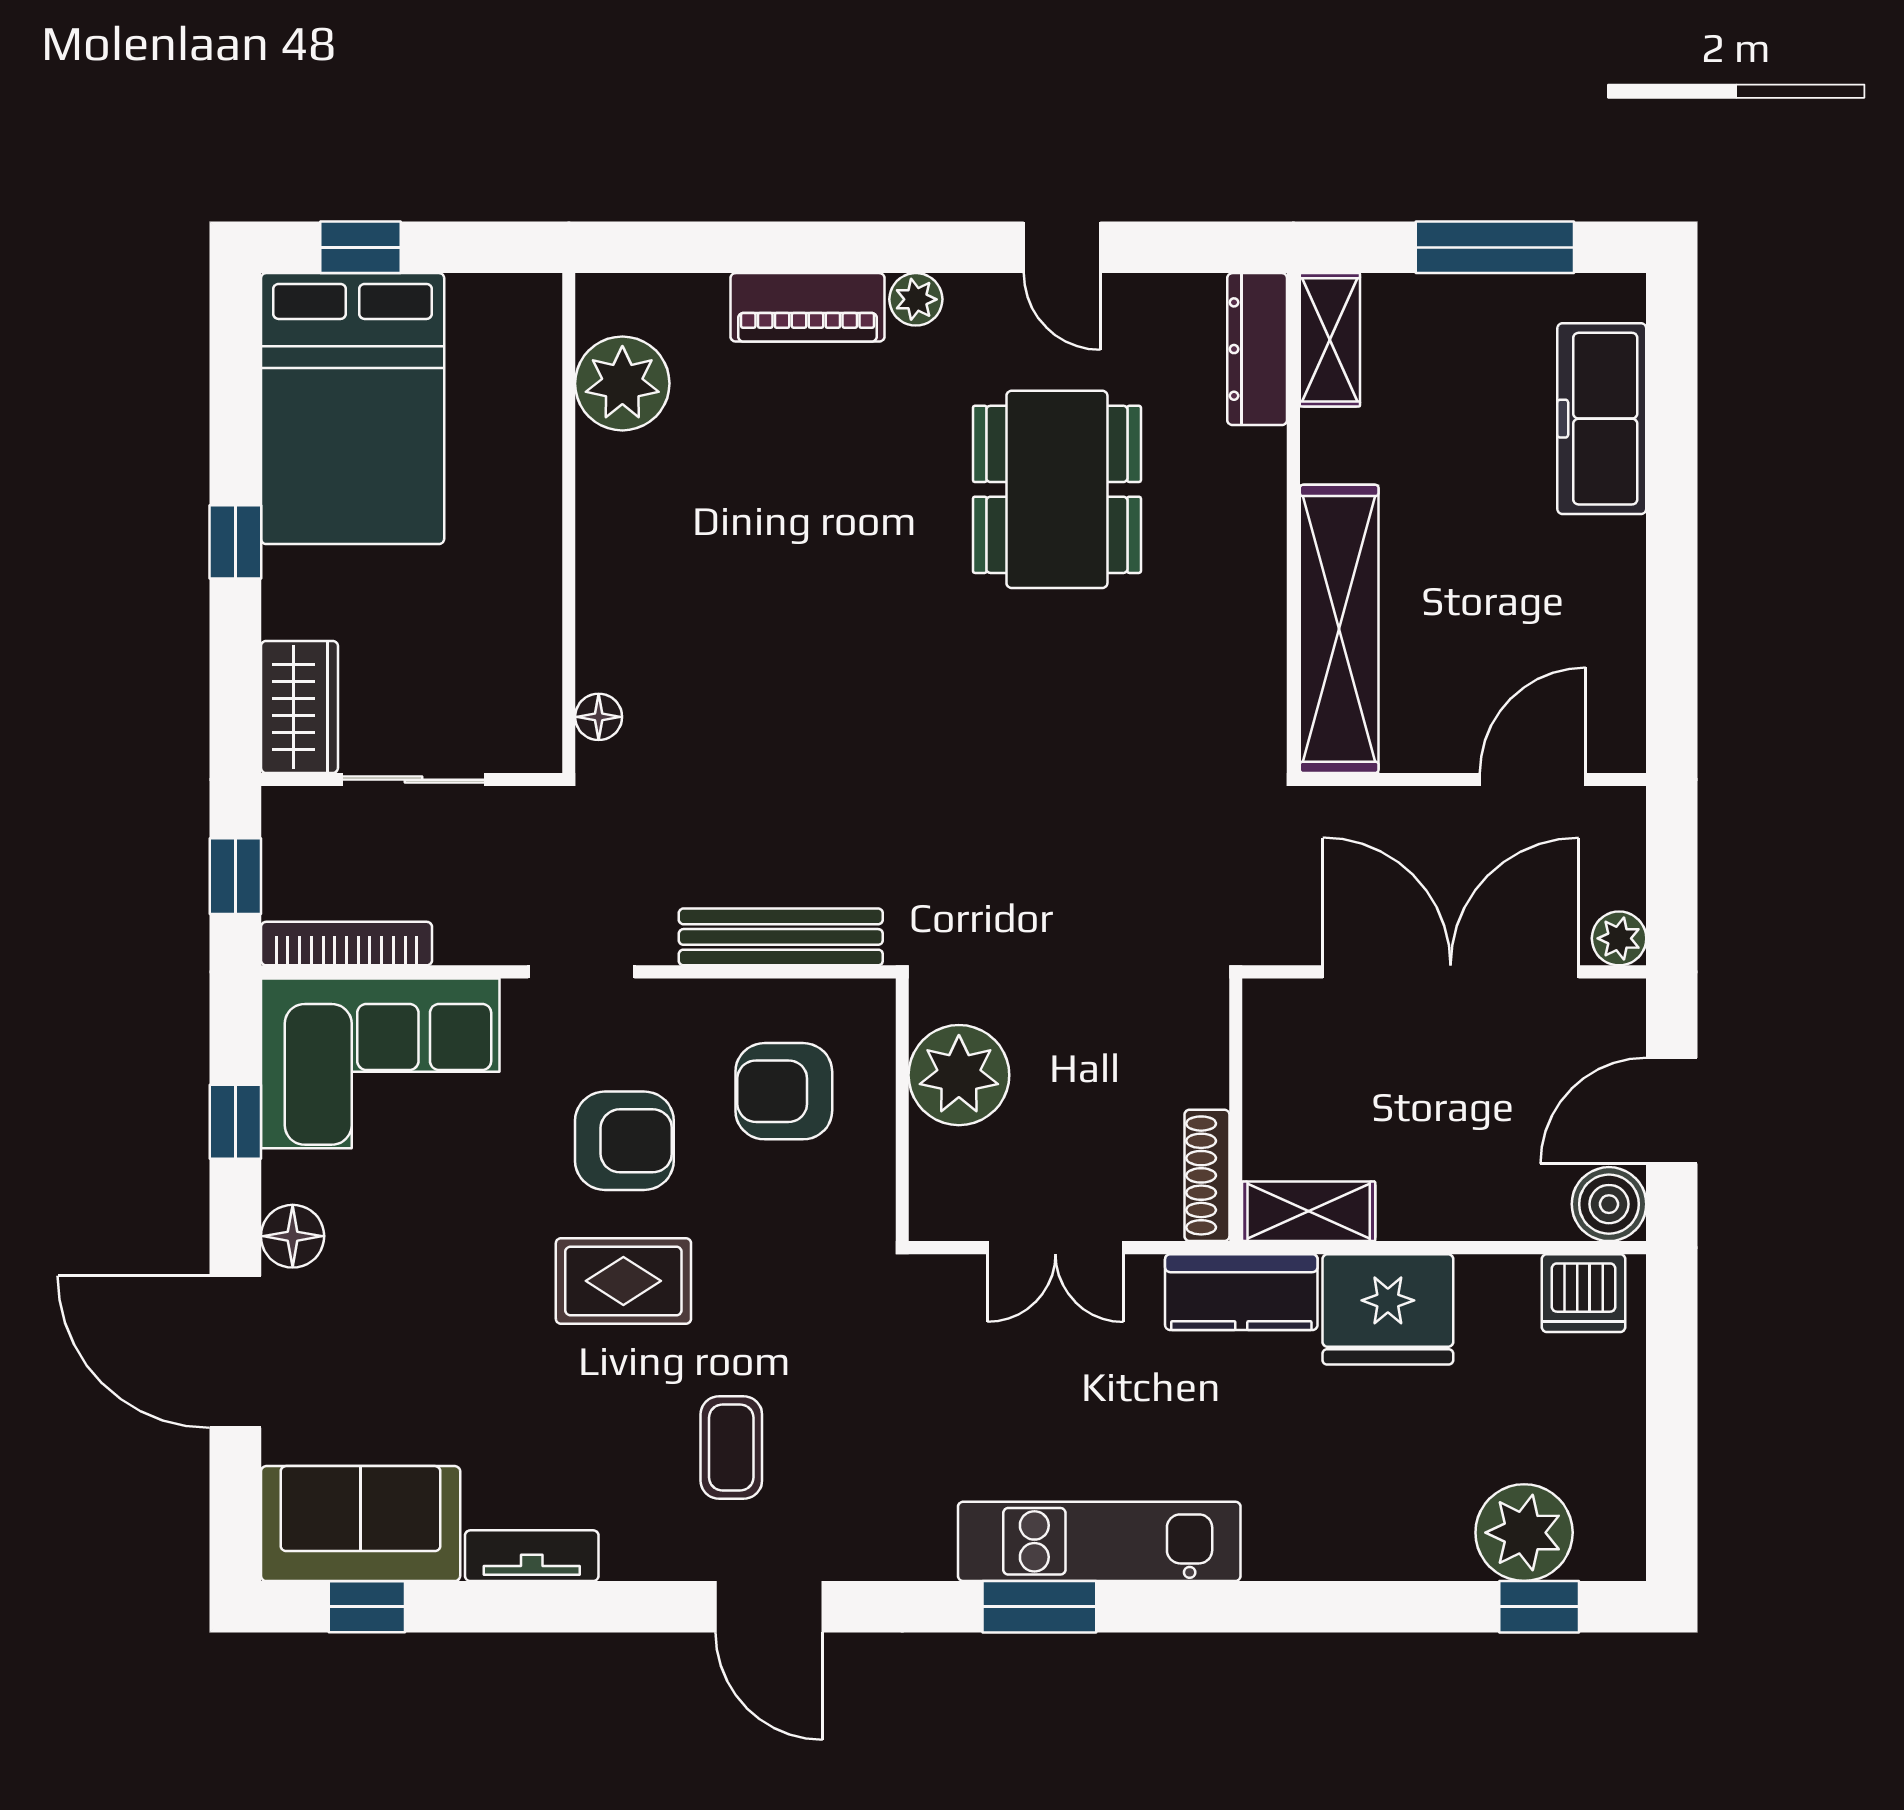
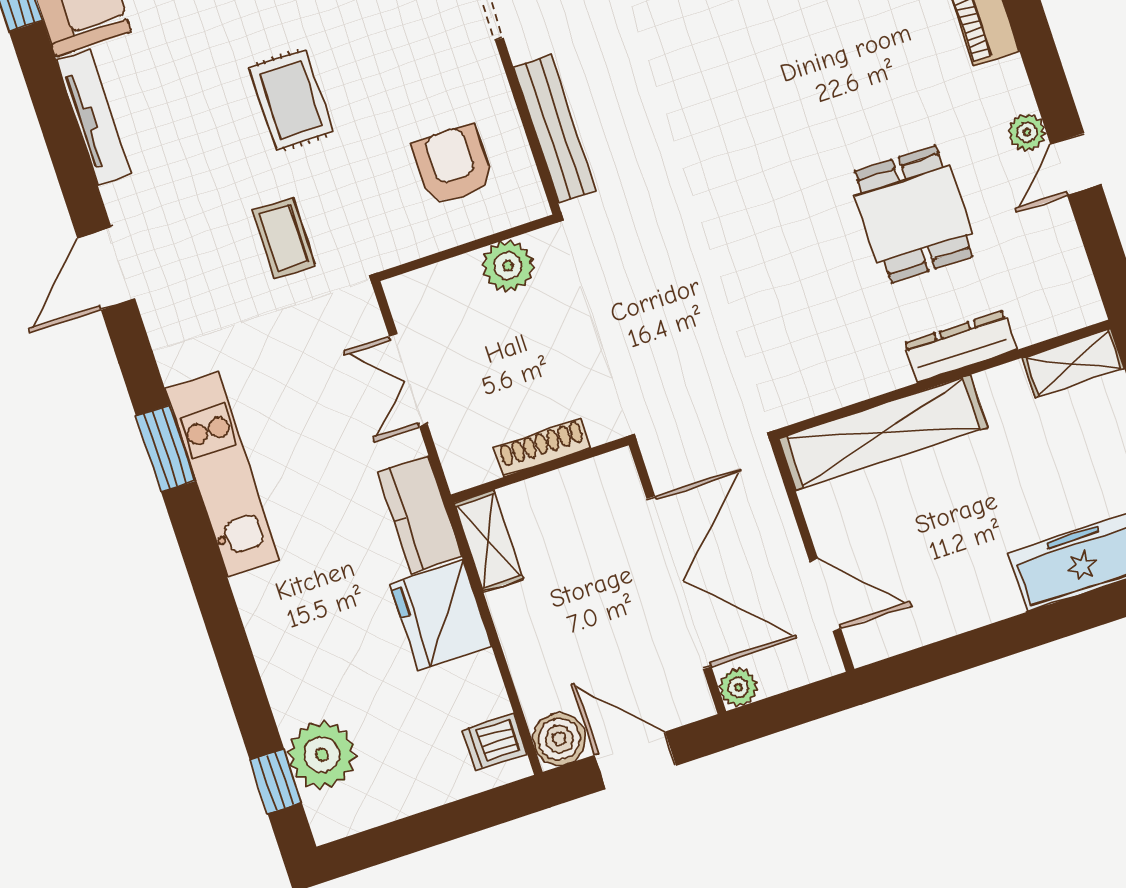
plant: (916, 299) -> (1027, 132), moved
dresser: (1257, 349) -> (960, 347), moved
dining table: (1057, 489) -> (914, 214), width x0.73
plant: (959, 1075) -> (508, 266), width x0.73, depth x0.73
armchair: (624, 1141) -> (385, 70), removed
shoe rack: (1207, 1175) -> (542, 448), moved
dishwasher: (1584, 1293) -> (494, 742), width x0.73
coffee table: (731, 1448) -> (284, 238), moved, turned 90
tv unit: (532, 1556) -> (94, 117), width x1.41

